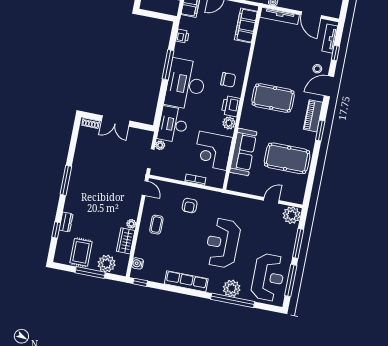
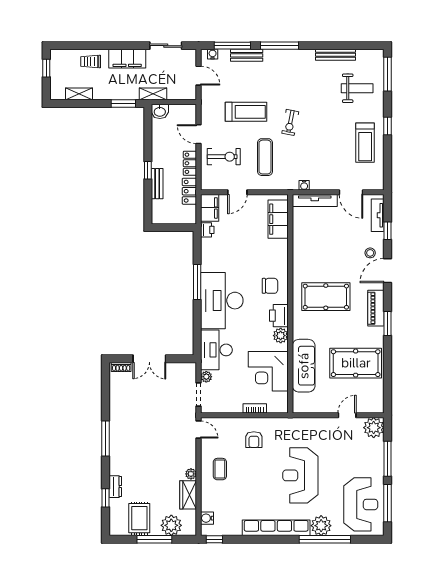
printer: (182, 36) -> (207, 230), moved
row of seats: (186, 281) -> (276, 528), width x1.36

